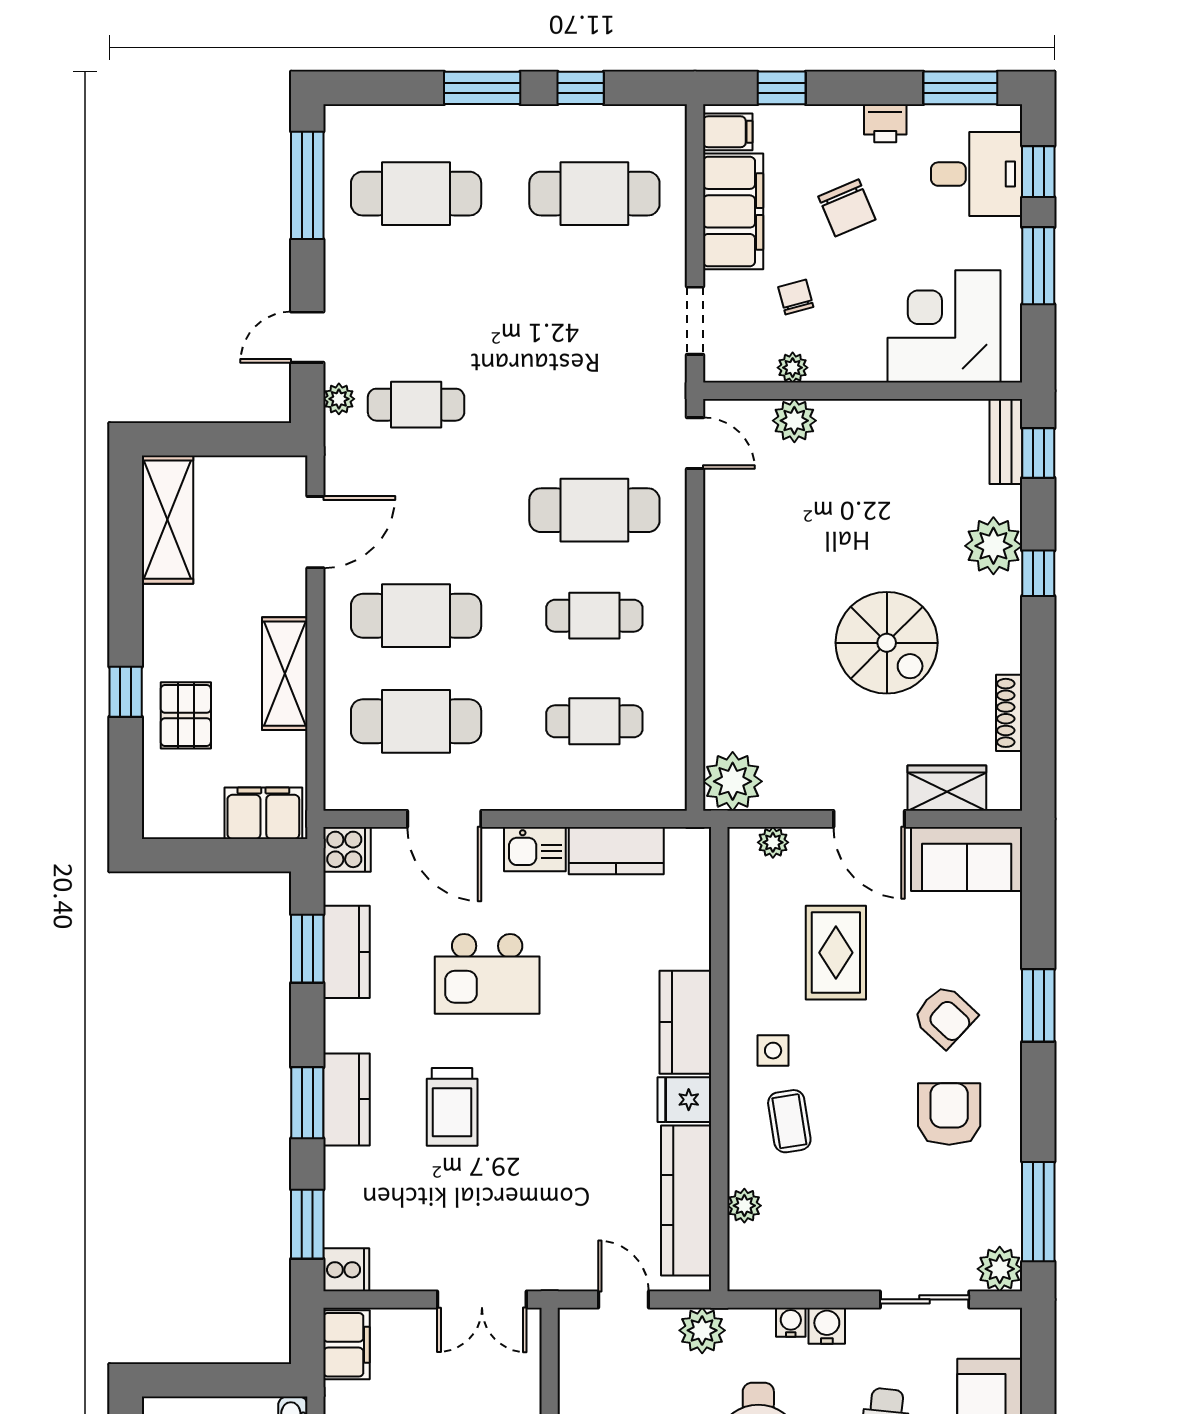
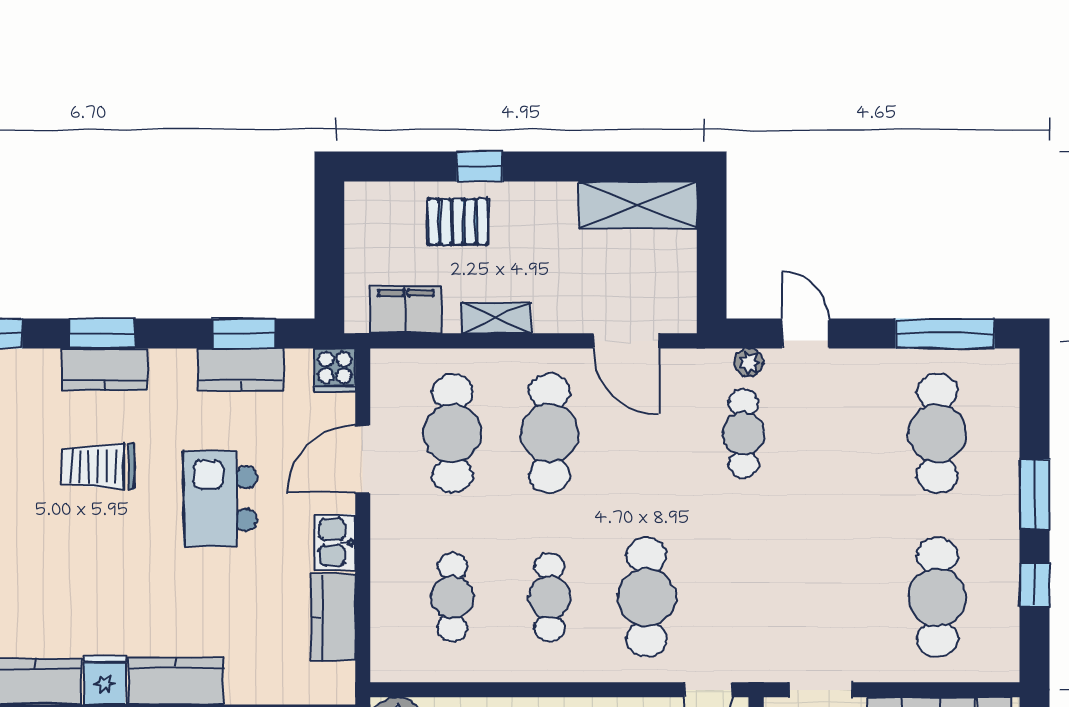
shelving: (285, 674) -> (496, 318), width x0.67, depth x0.75
filing cabinet: (263, 813) -> (406, 310), moved, turned -90

